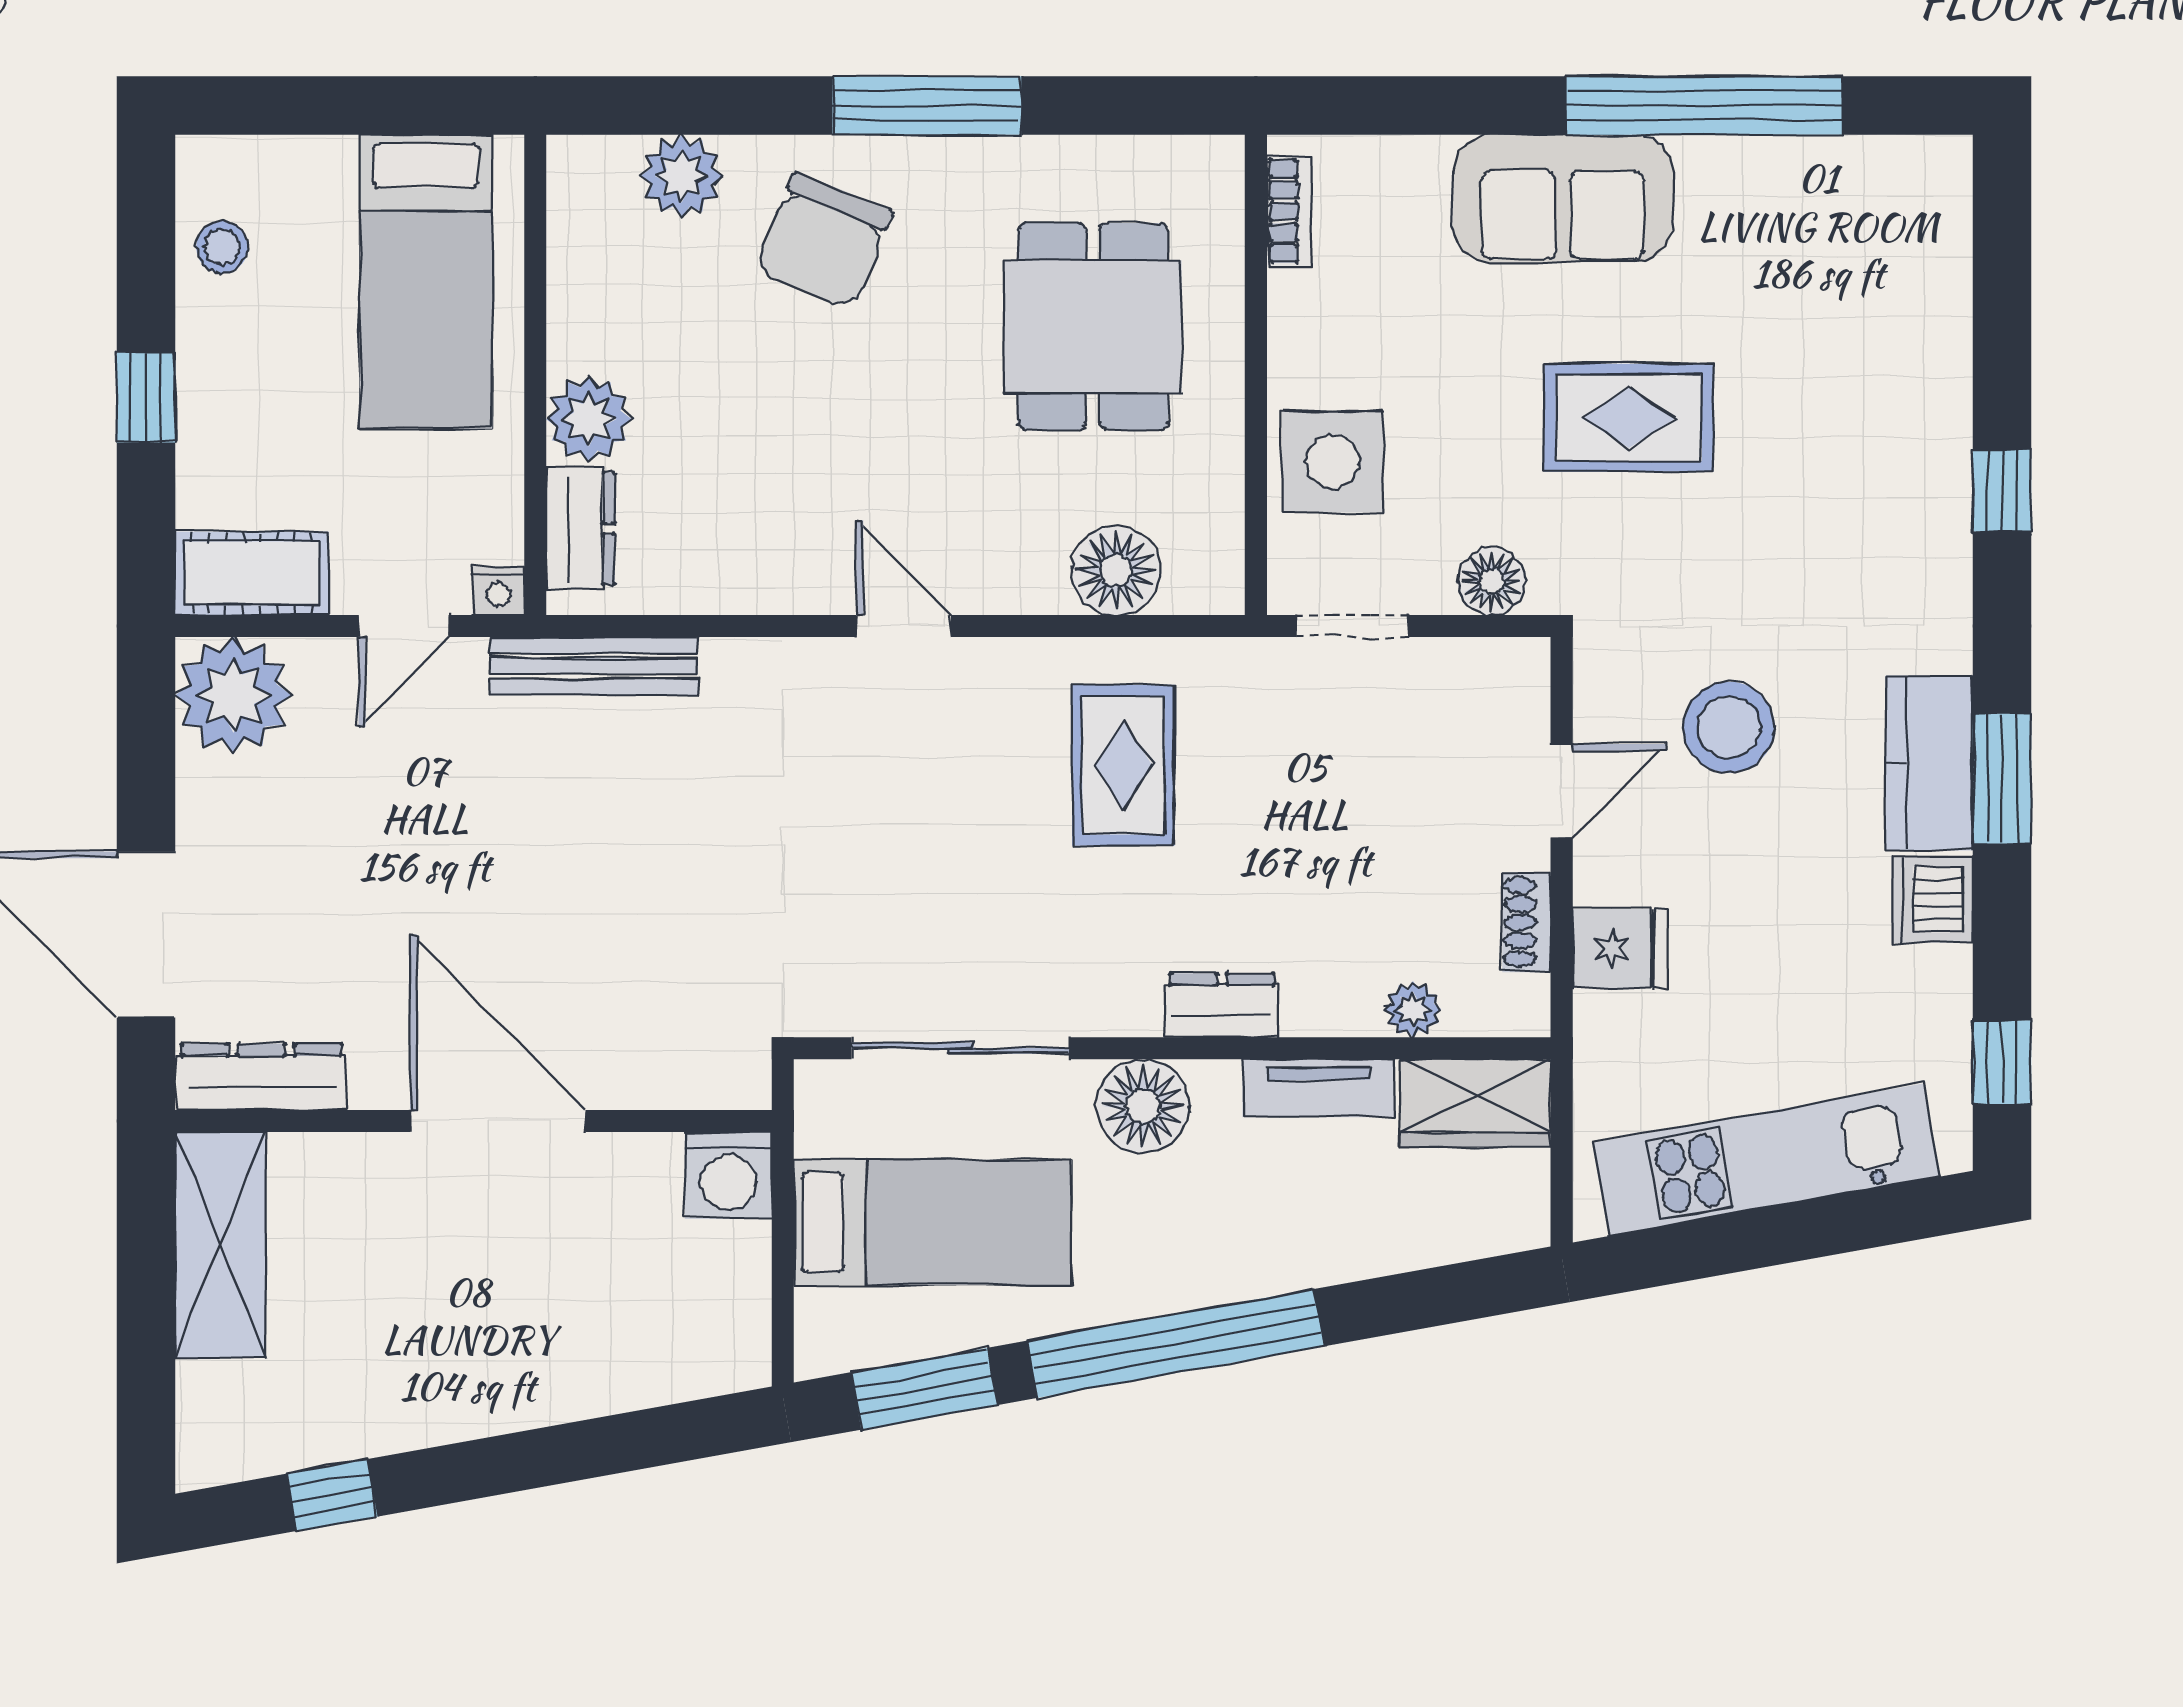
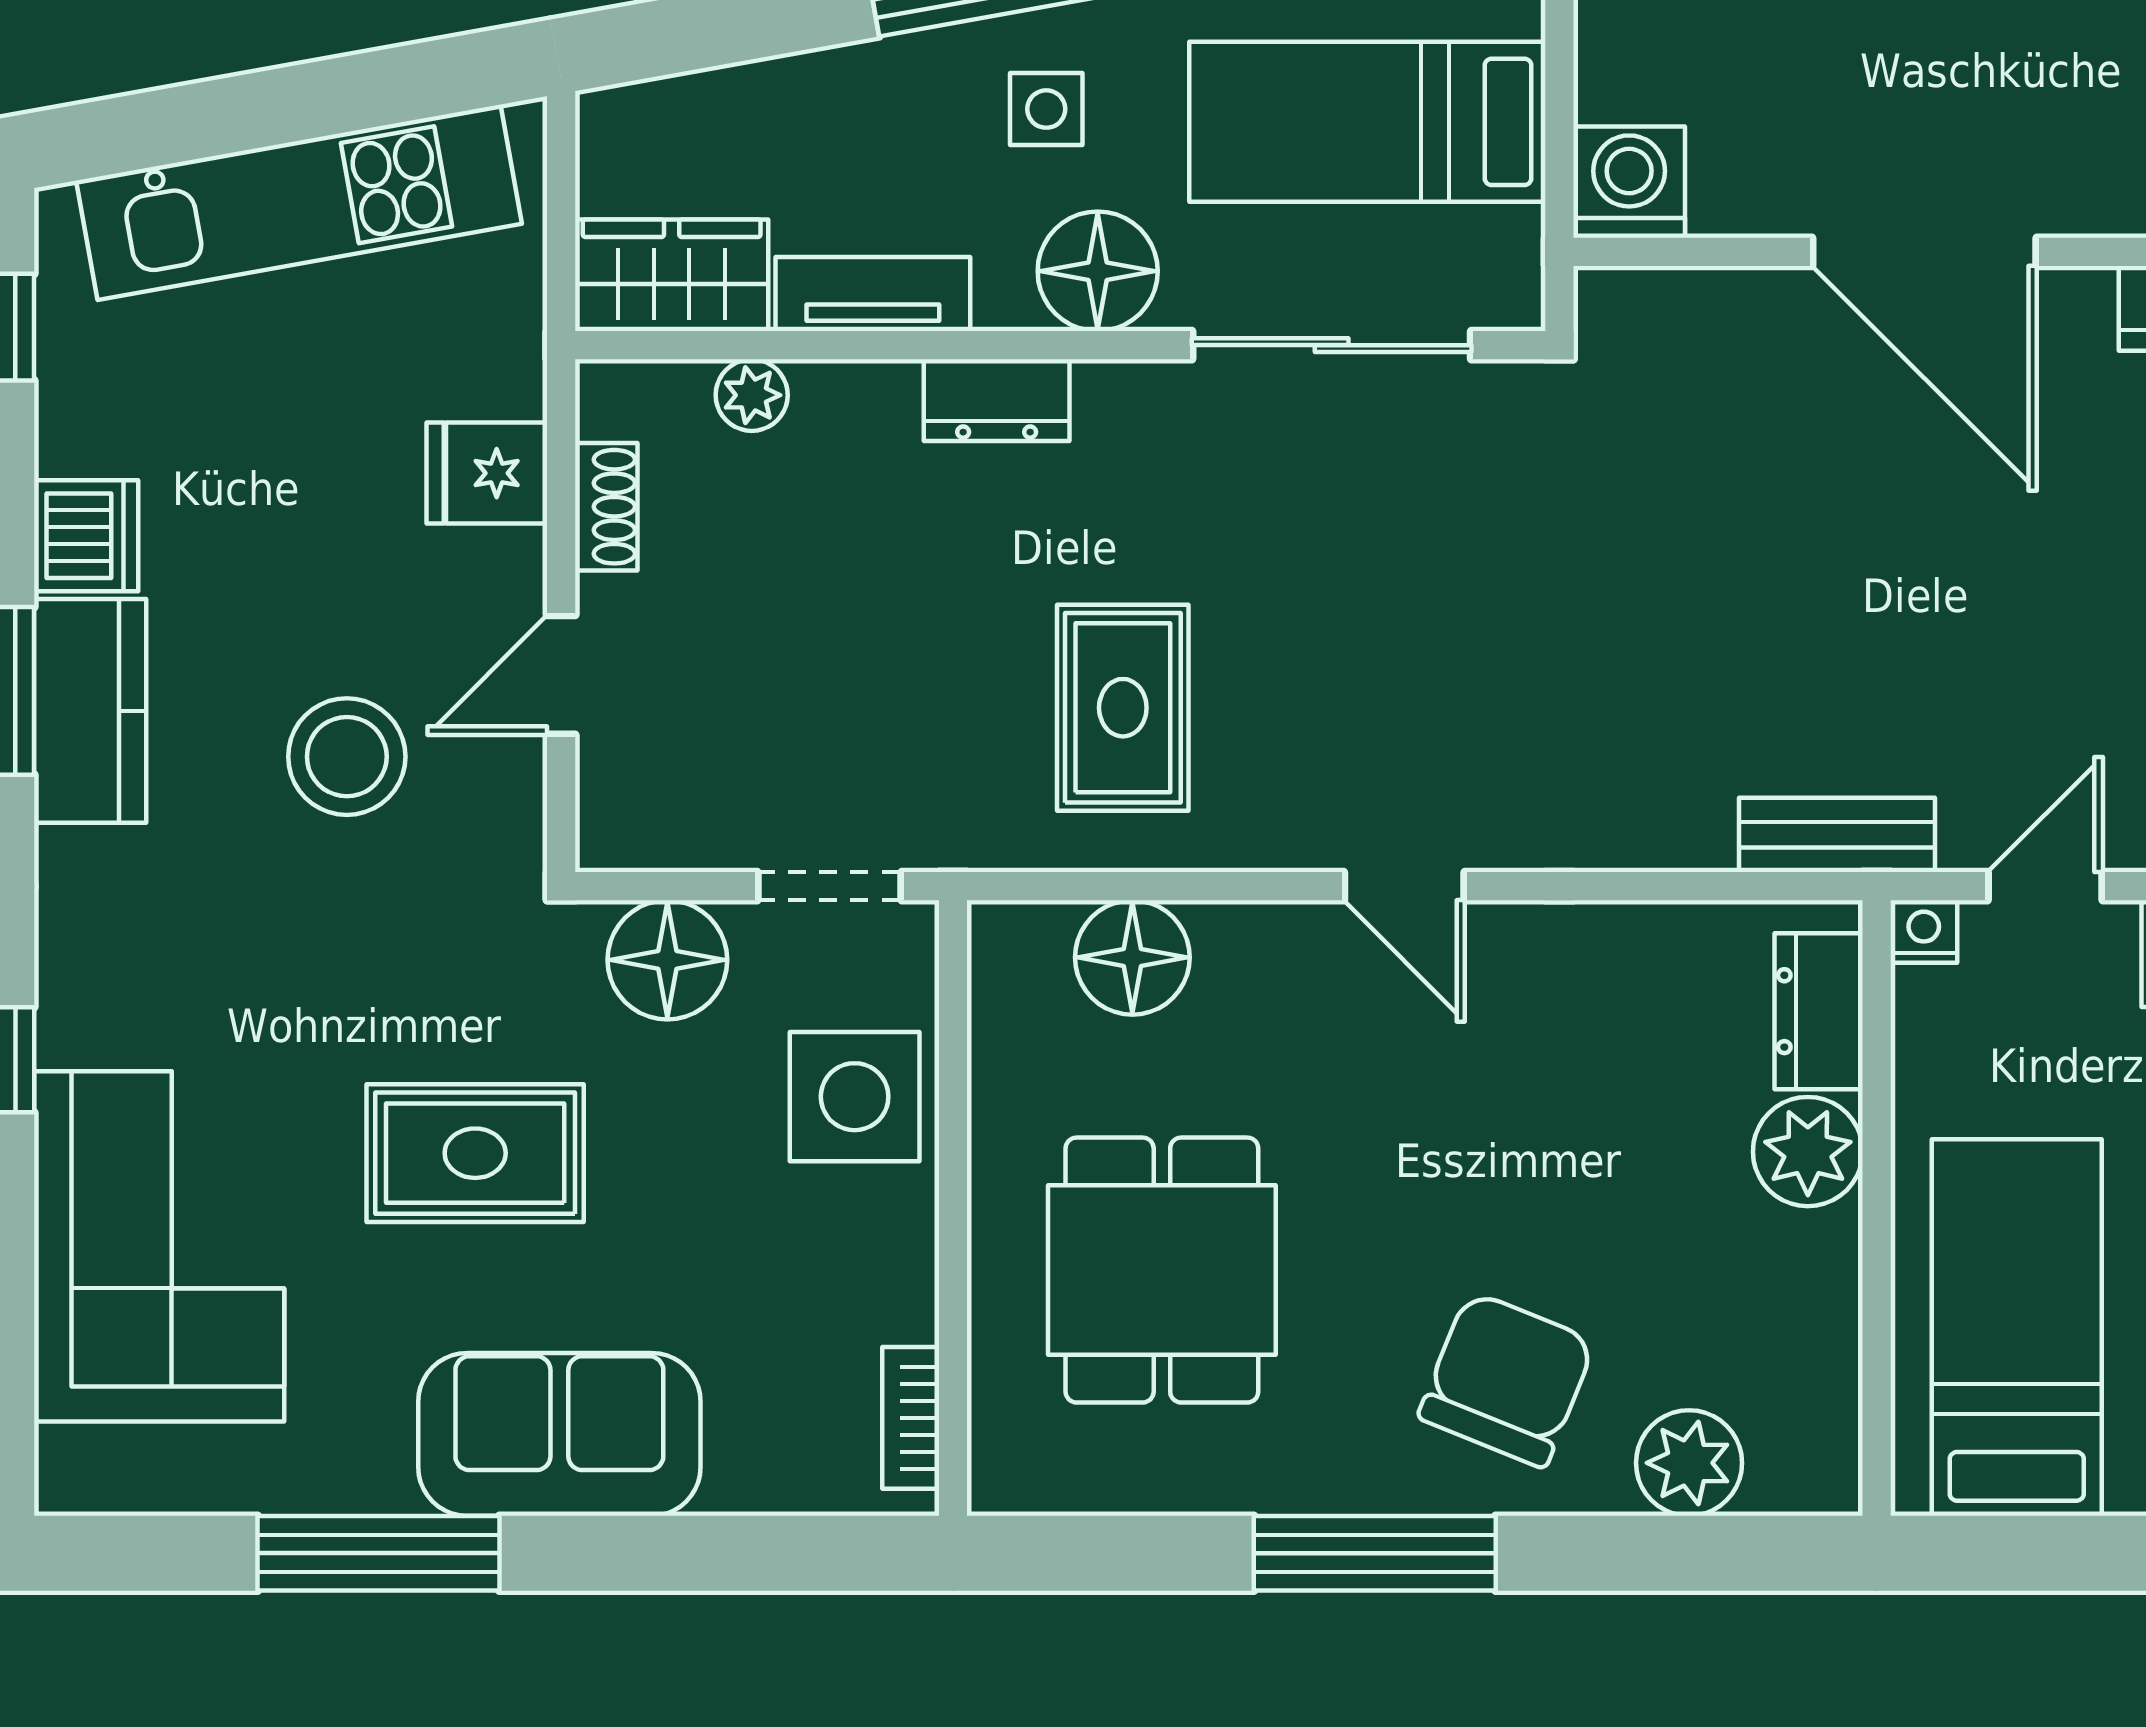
window: (1704, 106) -> (379, 1553), width x0.68
corner sofa: (1875, 345) -> (159, 1246), added
floor lamp: (1491, 581) -> (667, 960), width x1.38, depth x1.38
bench: (594, 666) -> (1837, 835), width x0.73
side table: (1183, 1232) -> (1046, 109), added

